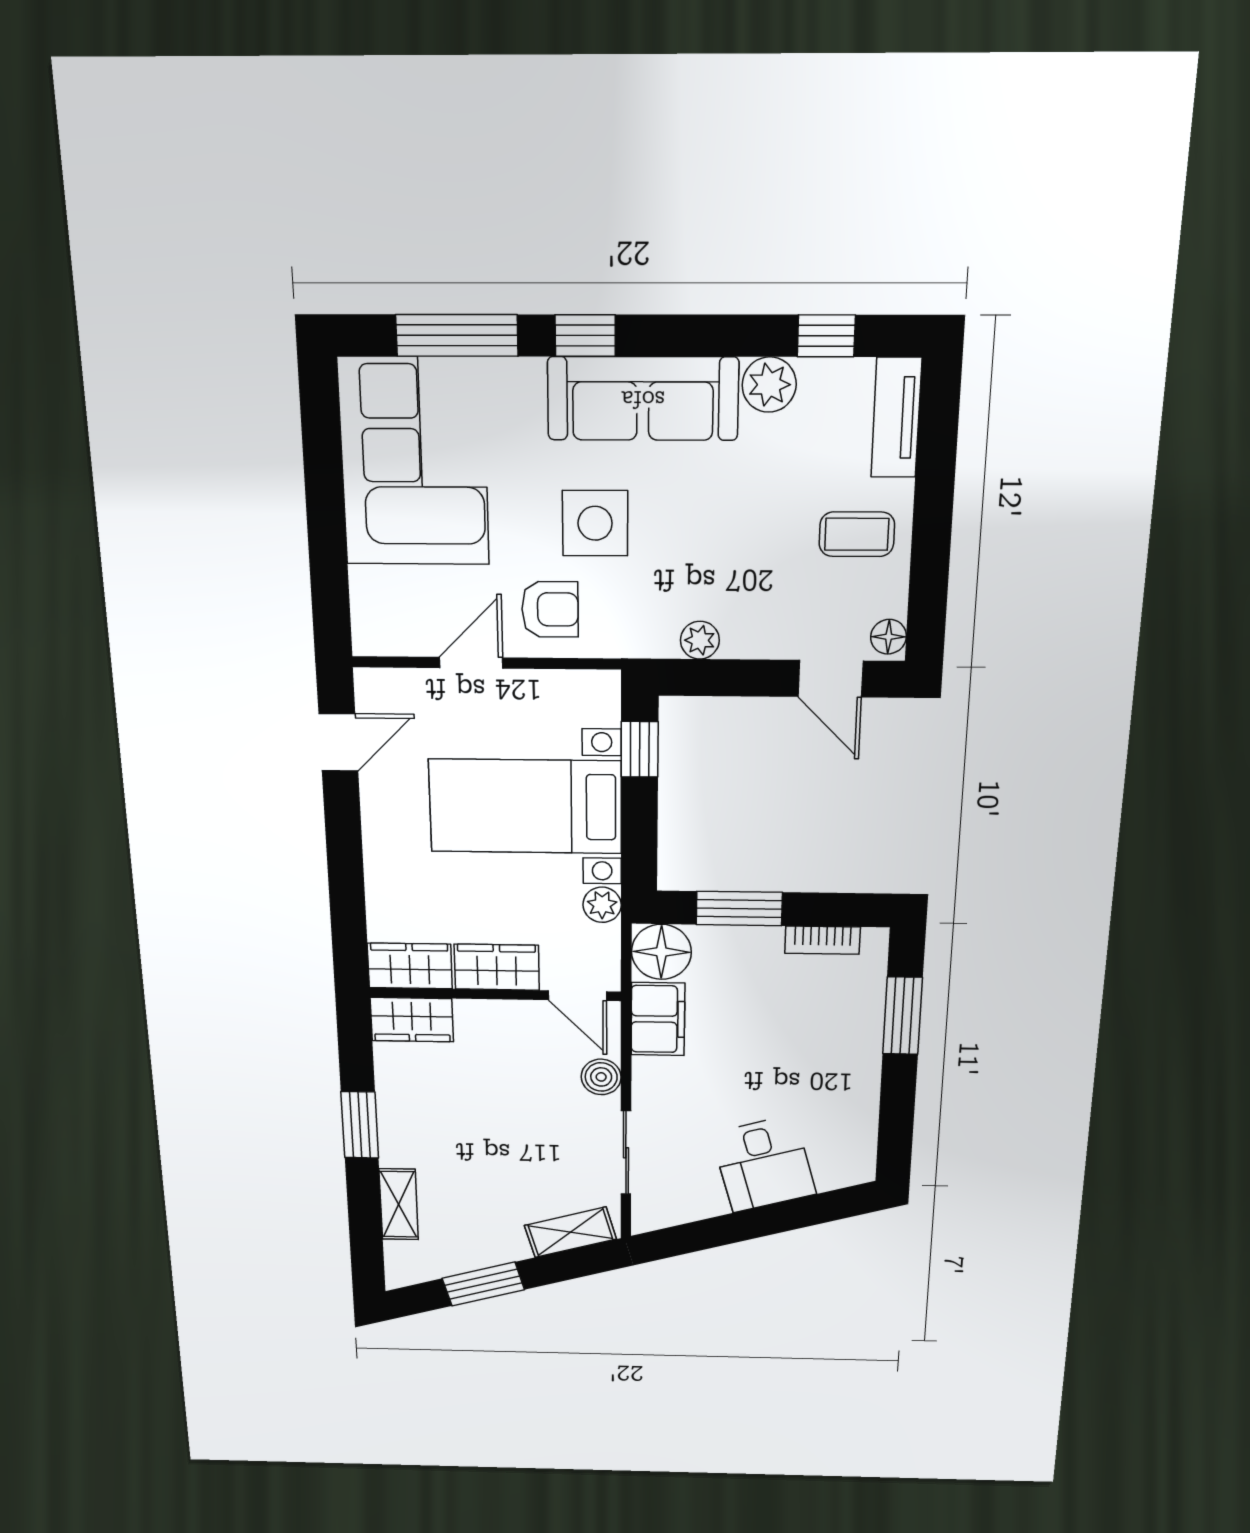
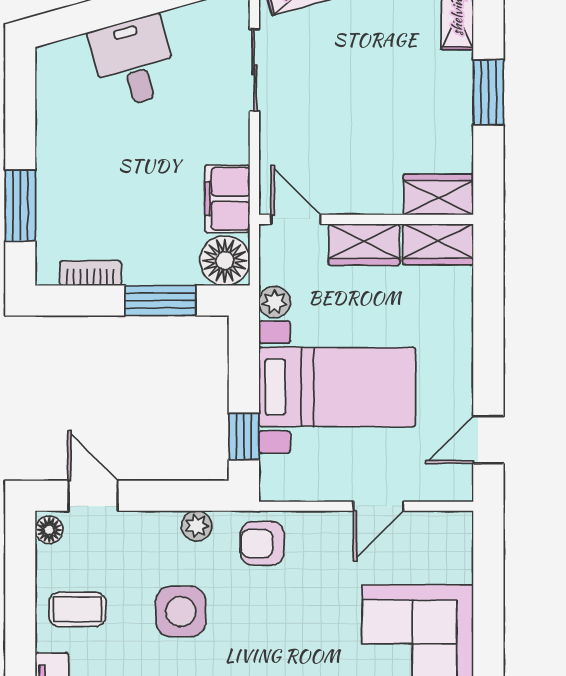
side table: (595, 523) -> (181, 611), moved
armchair: (550, 609) -> (262, 543), moved
boiler: (601, 1077) -> (276, 143), removed

